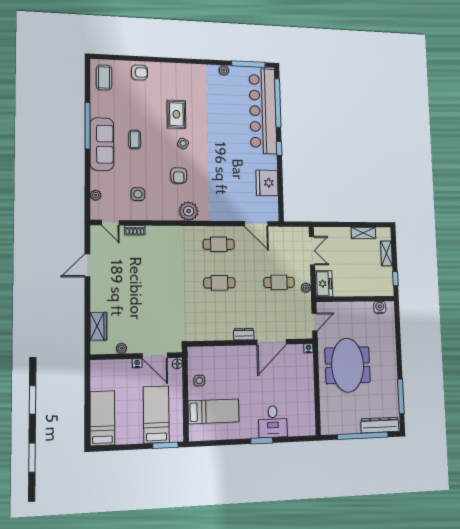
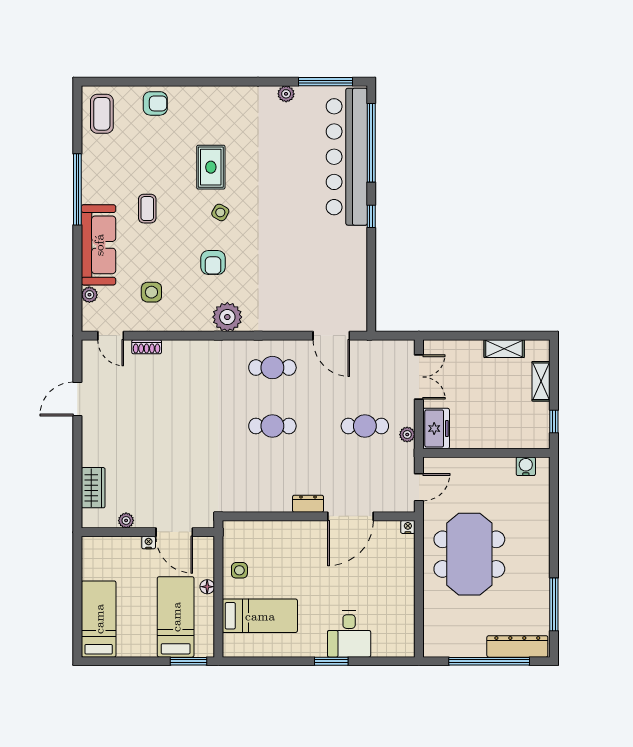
sofa: (102, 144) -> (99, 245), moved
fridge: (267, 183) -> (350, 271), removed
floor lamp: (177, 364) -> (207, 587), moved

